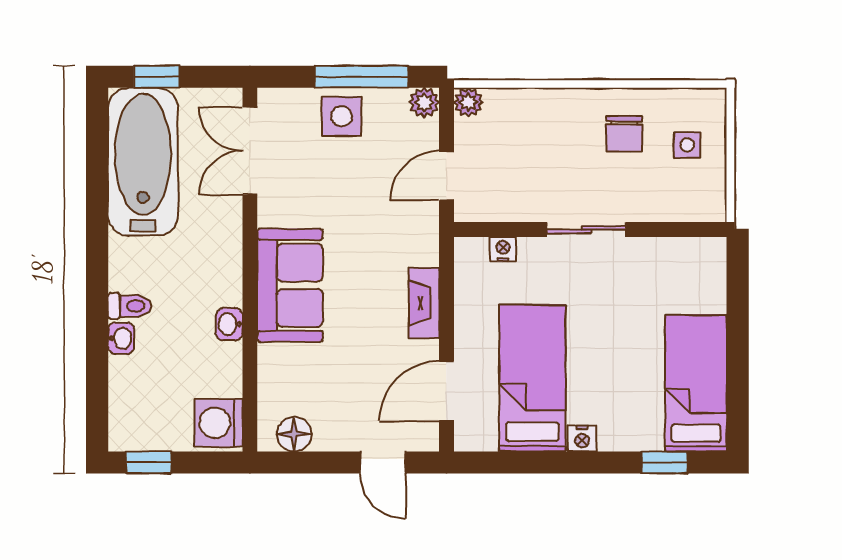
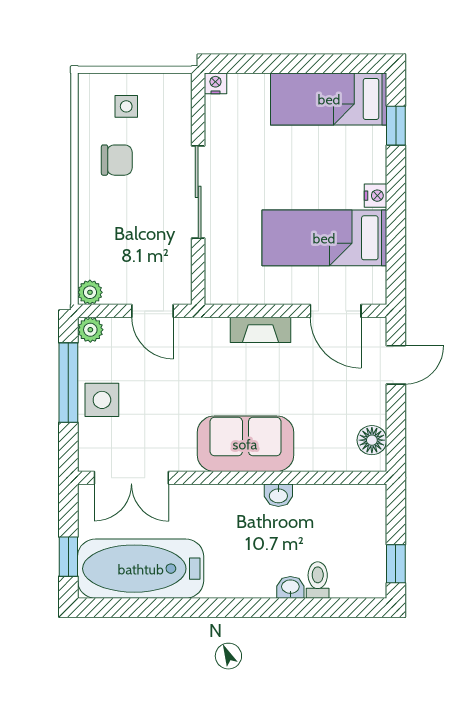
sliding door: (587, 230) -> (198, 192), width x1.37
nightstand: (503, 249) -> (215, 83), moved, turned 90
toilet: (130, 306) -> (318, 580), moved
washing machine: (219, 423) -> (362, 504), removed

